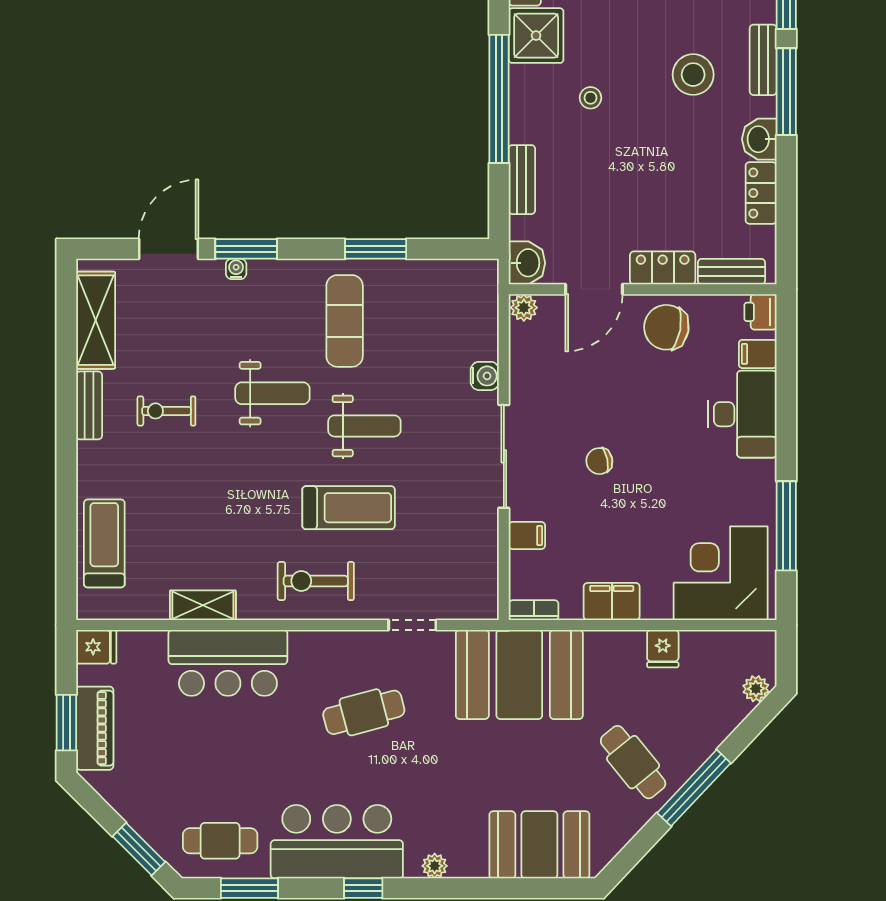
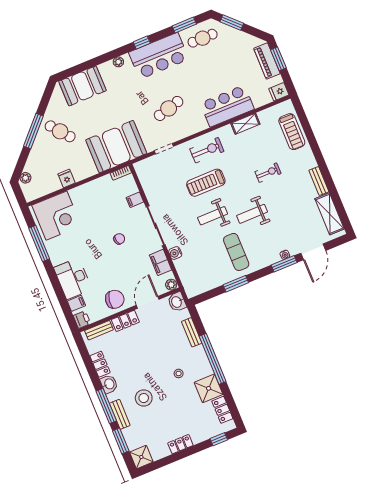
exercise bike: (166, 411) -> (268, 173), moved
filing cabinet: (612, 602) -> (160, 262), moved, turned 90

